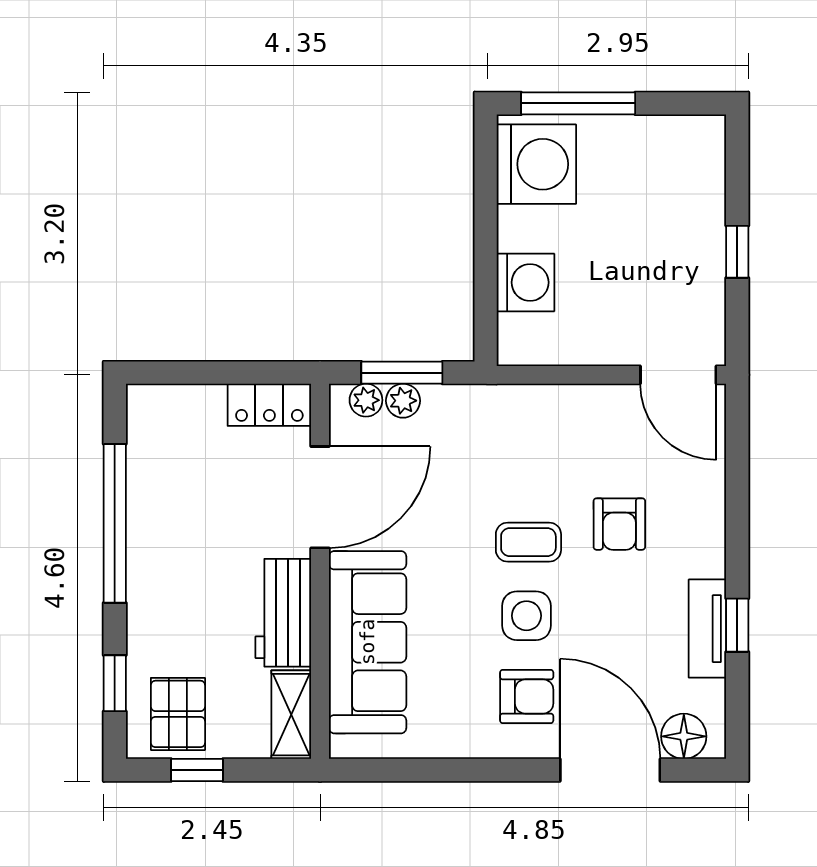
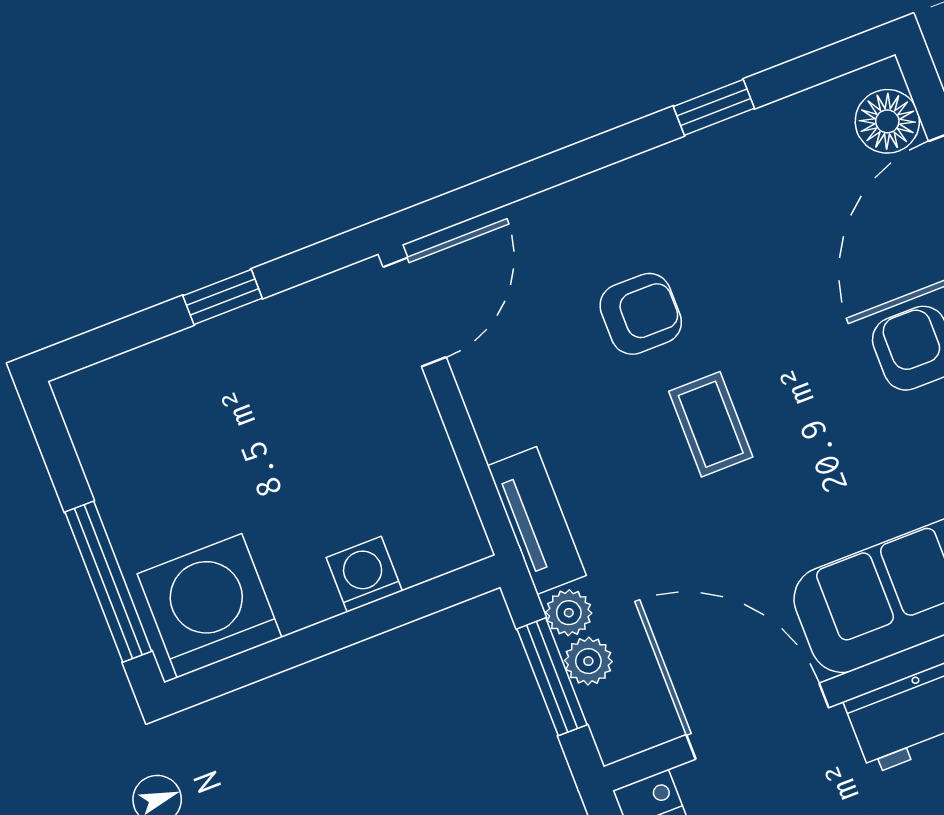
washing machine: (525, 282) -> (364, 574), width x0.73, depth x0.73
plant: (366, 400) -> (569, 613), moved
side table: (526, 616) -> (809, 389), removed
tv unit: (707, 629) -> (537, 521), moved, turned -90

